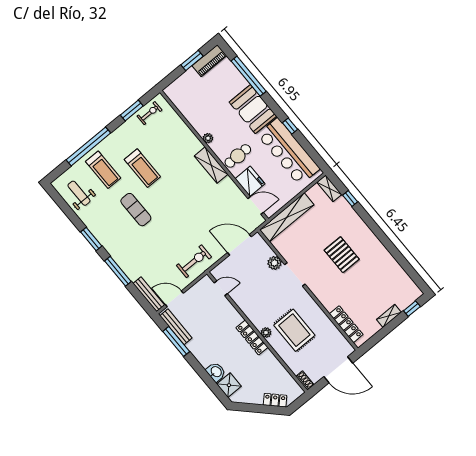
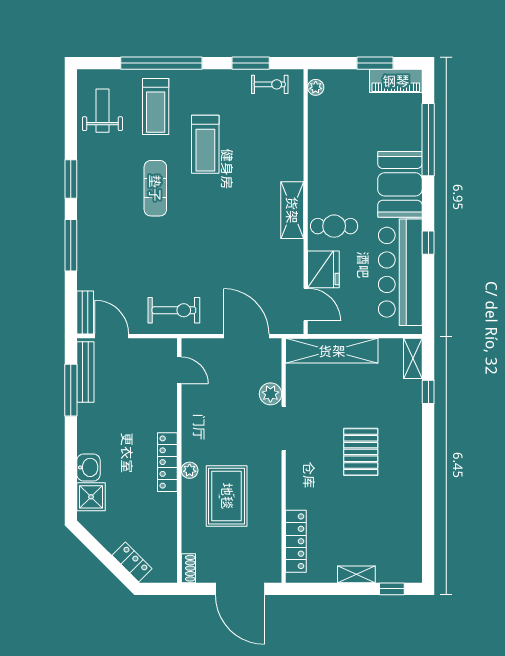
plant: (208, 138) -> (316, 87), moved
bench: (149, 294) -> (85, 312), width x0.73

